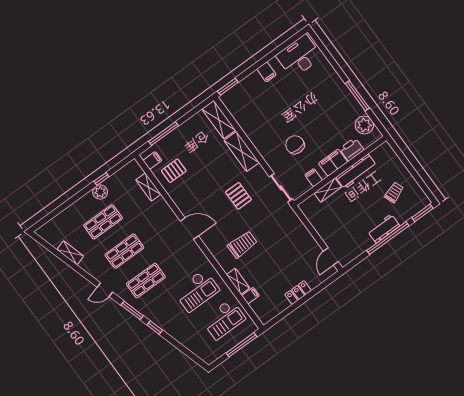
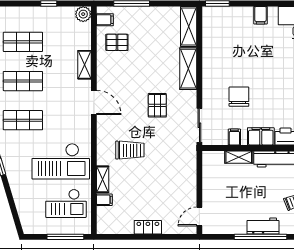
shelving: (148, 187) -> (84, 65), moved
plant: (100, 192) -> (83, 14), moved
checkout: (197, 291) -> (61, 161), width x1.36, depth x1.21

